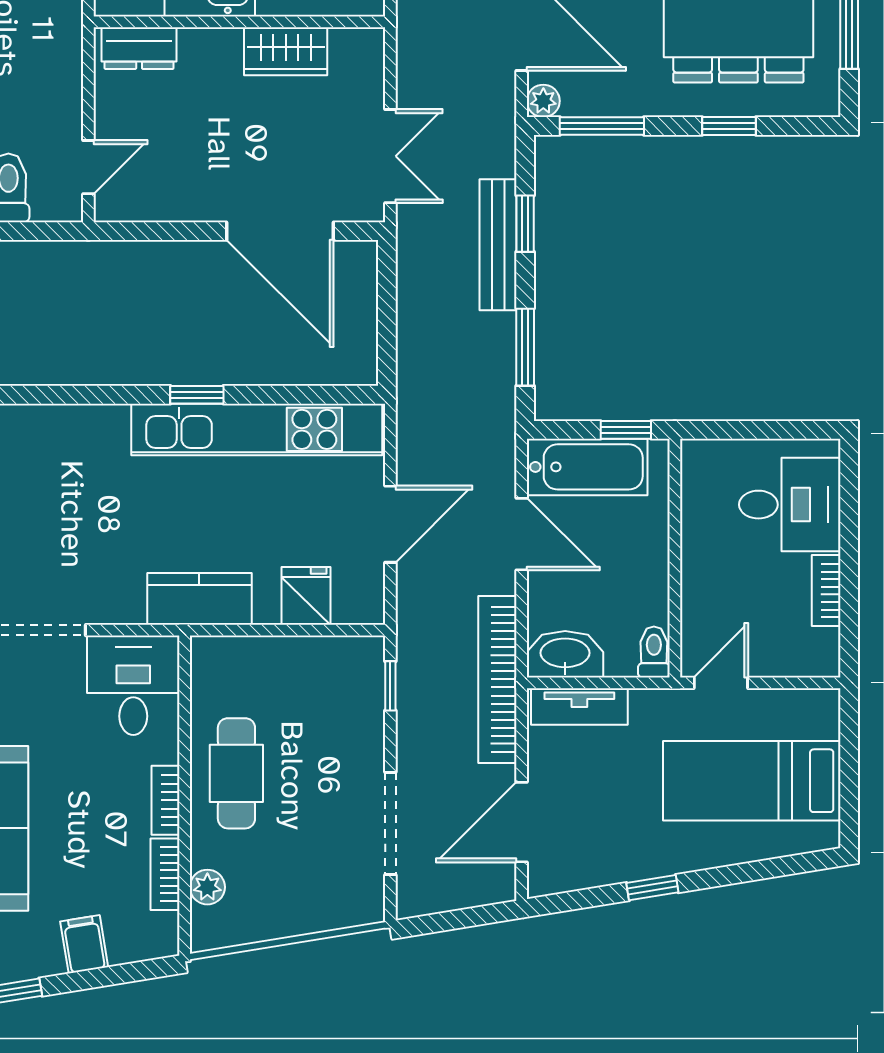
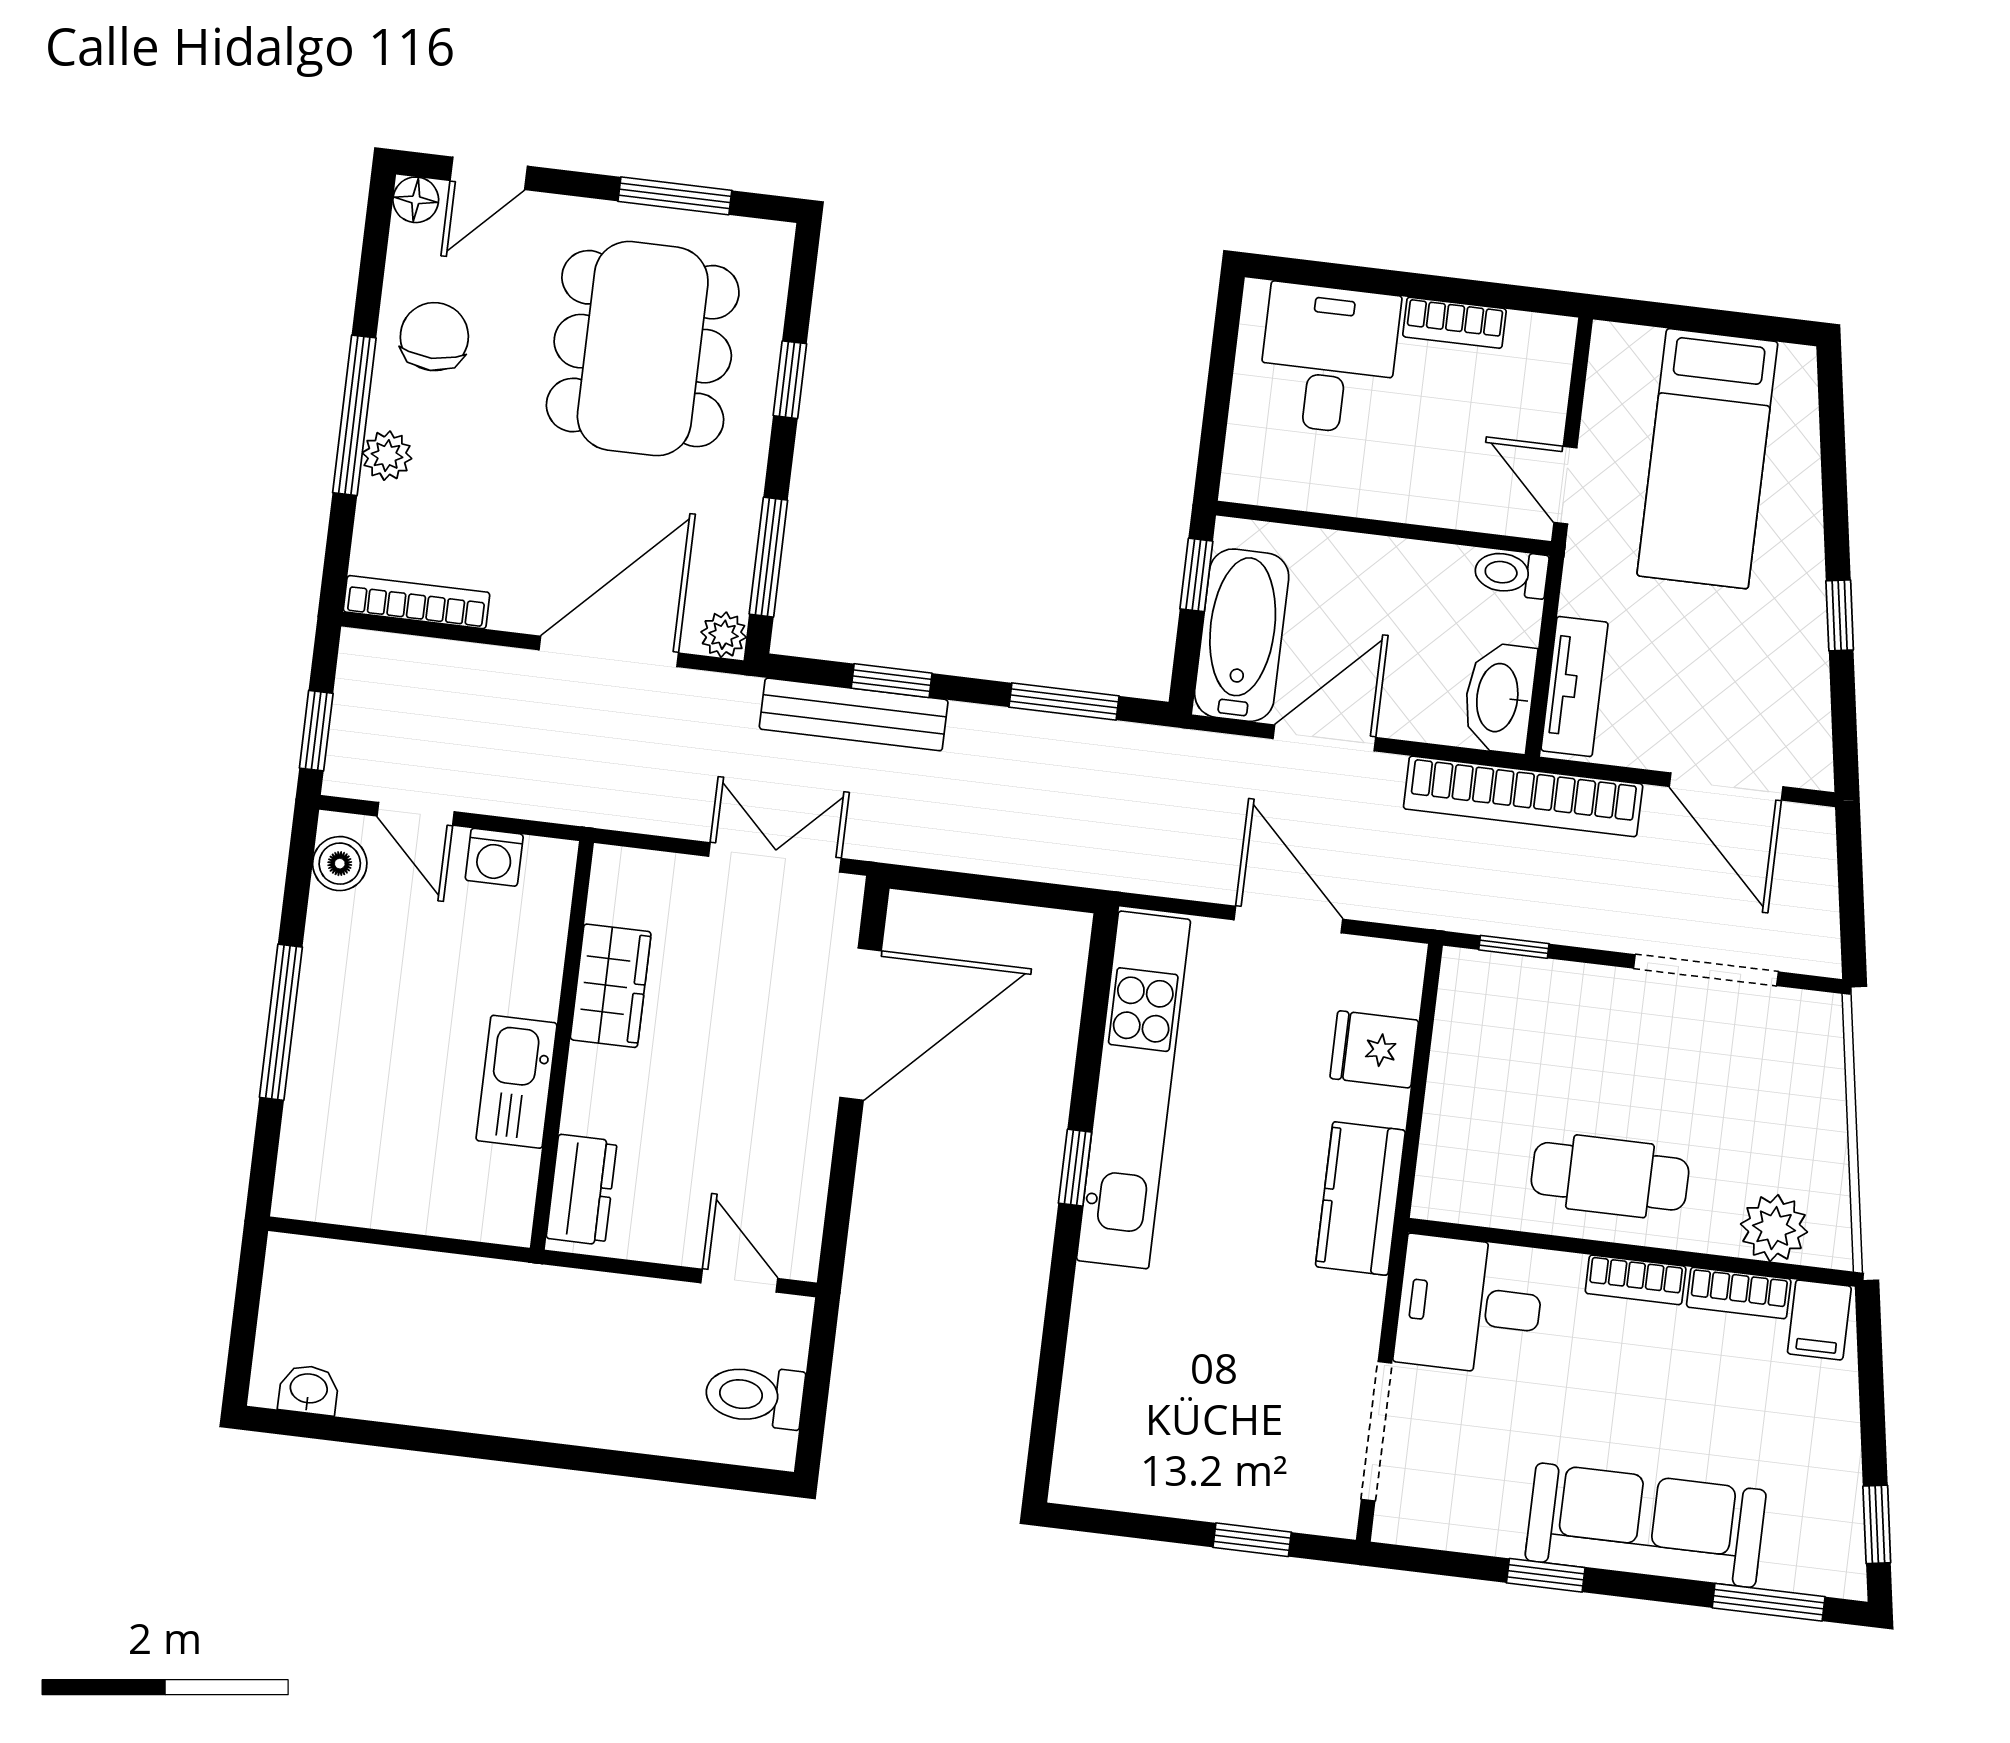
bench: (498, 245) -> (854, 714), moved
plant: (207, 887) -> (1774, 1228), width x1.38, depth x1.38
filing cabinet: (84, 944) -> (1819, 1320), moved, turned -81

